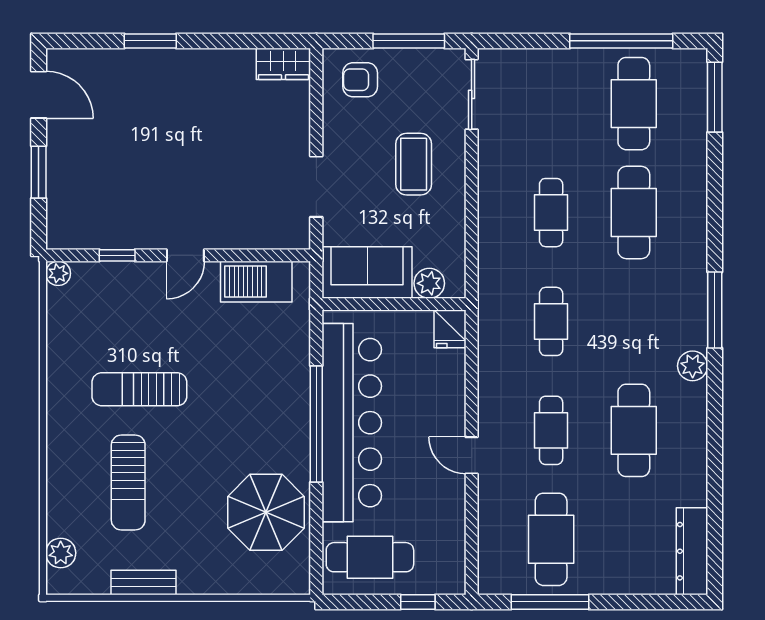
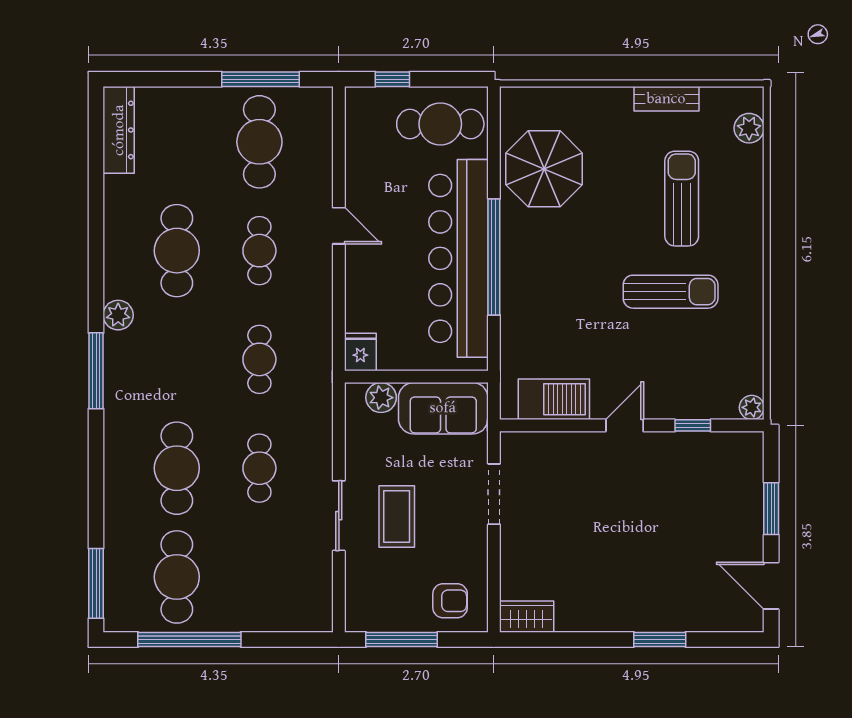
sliding door: (472, 94) -> (339, 516), moved

